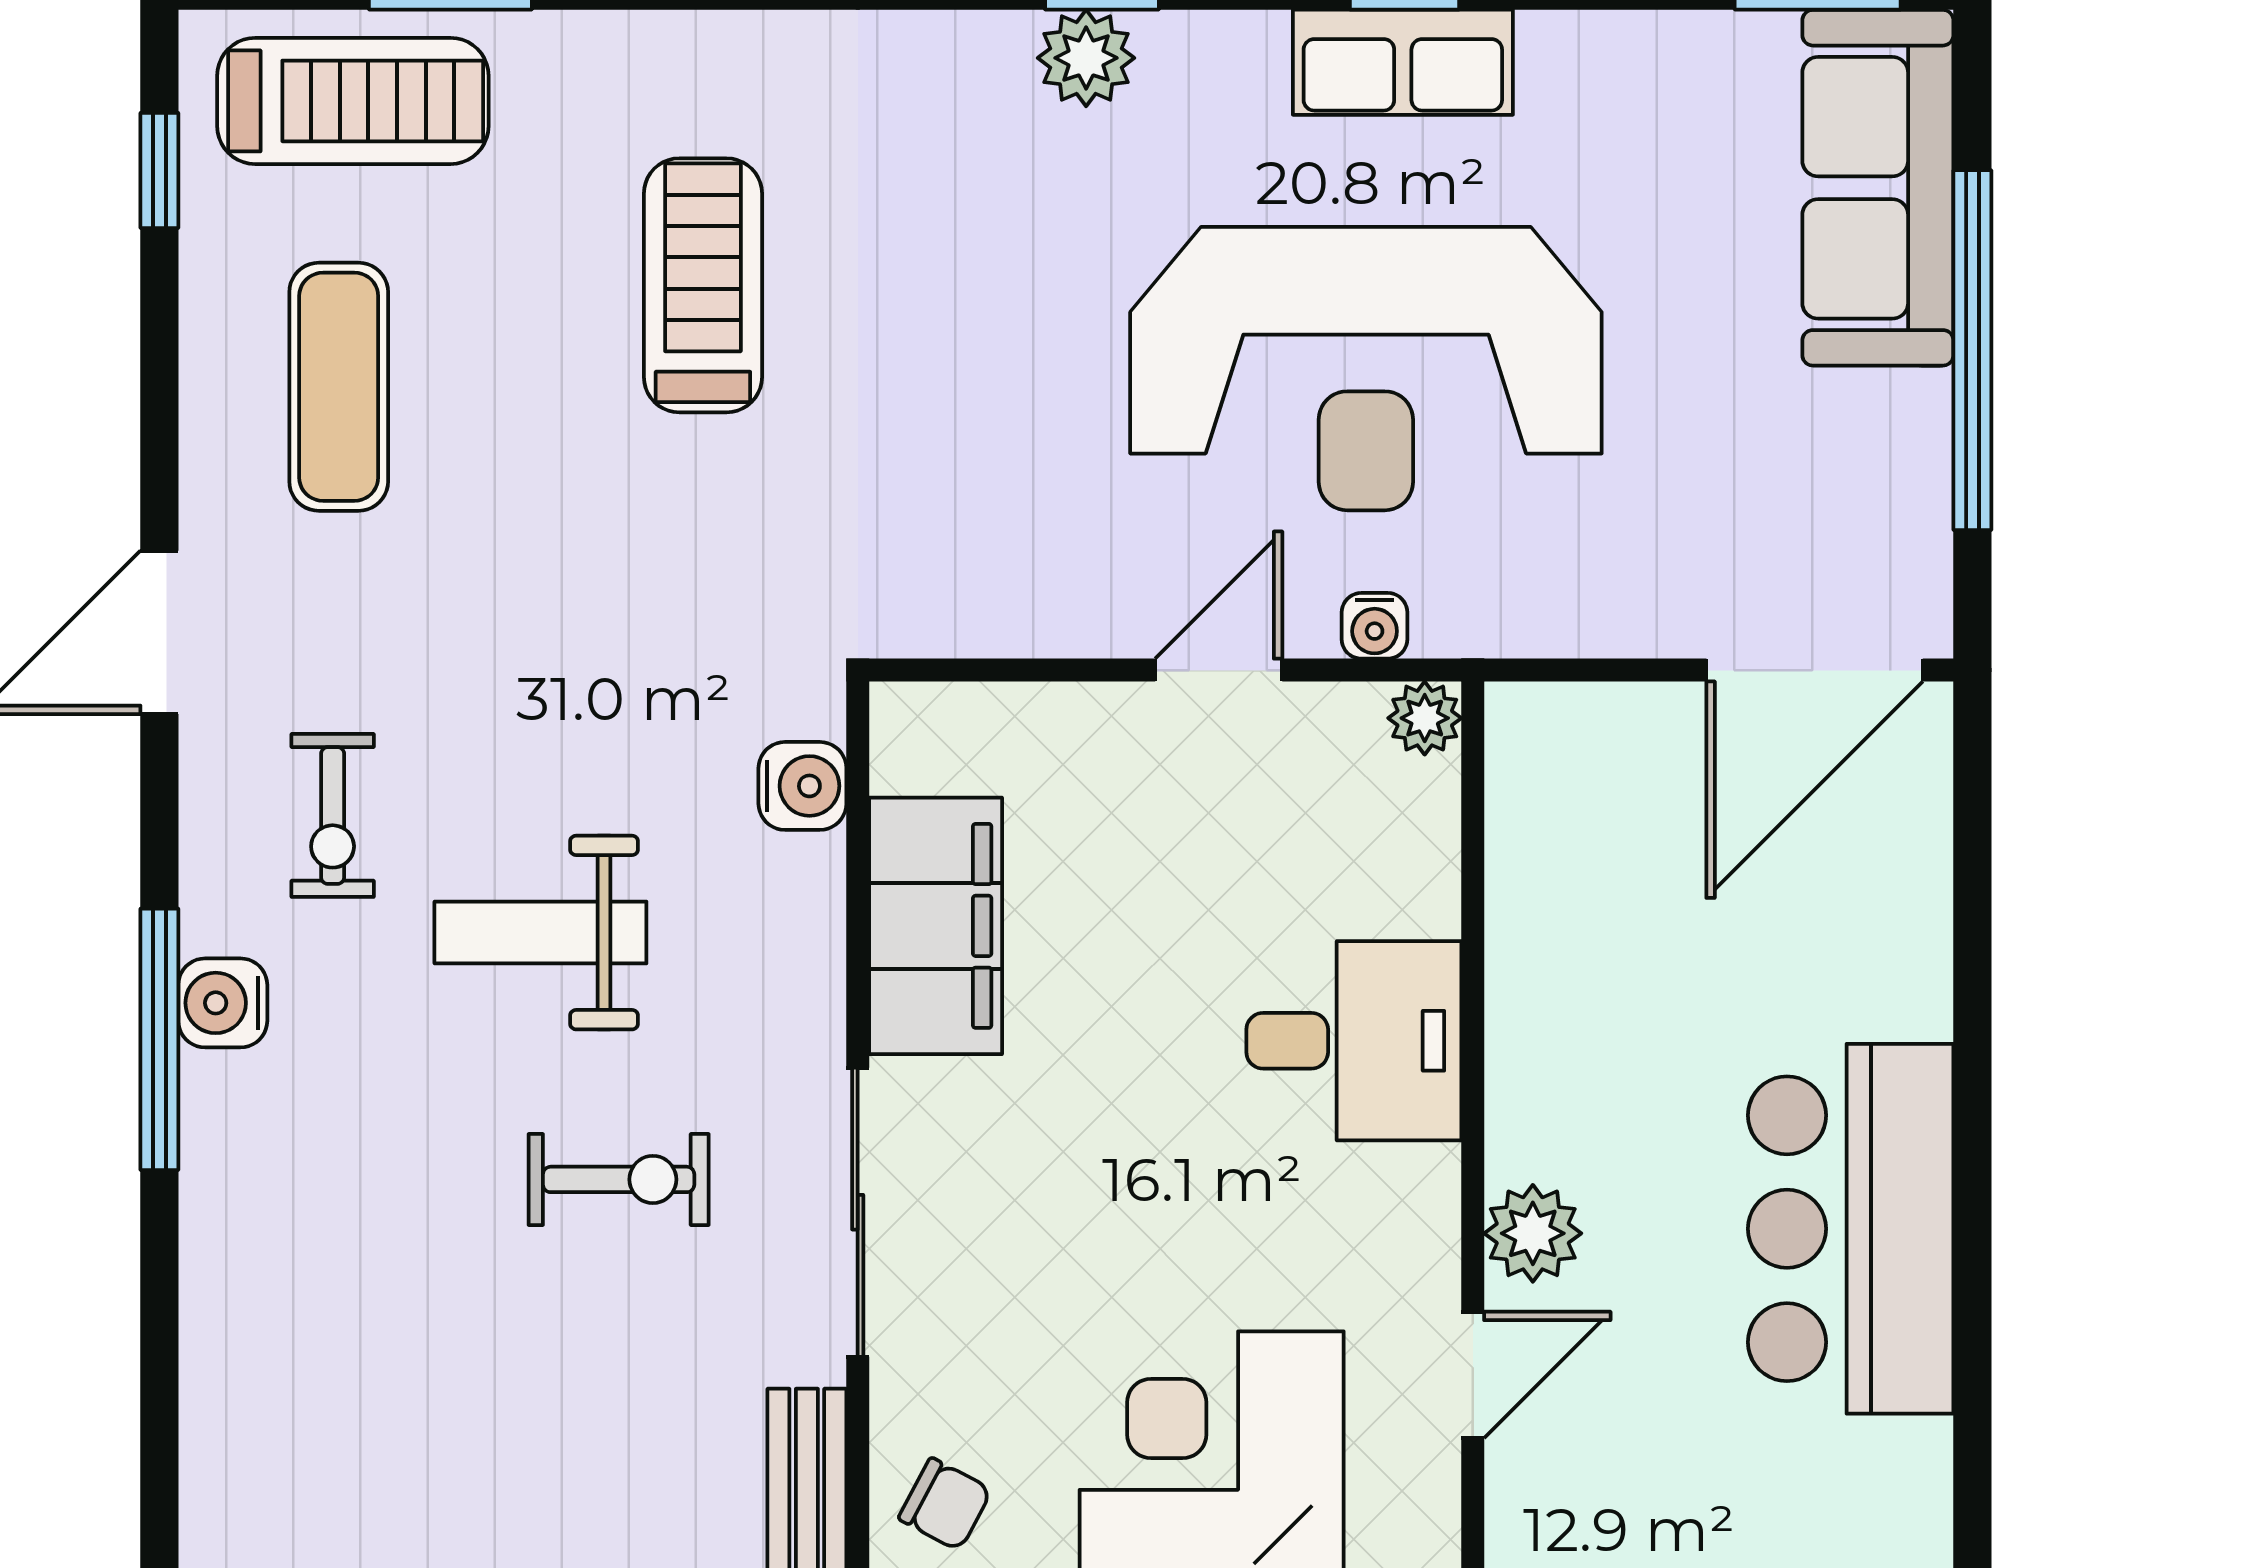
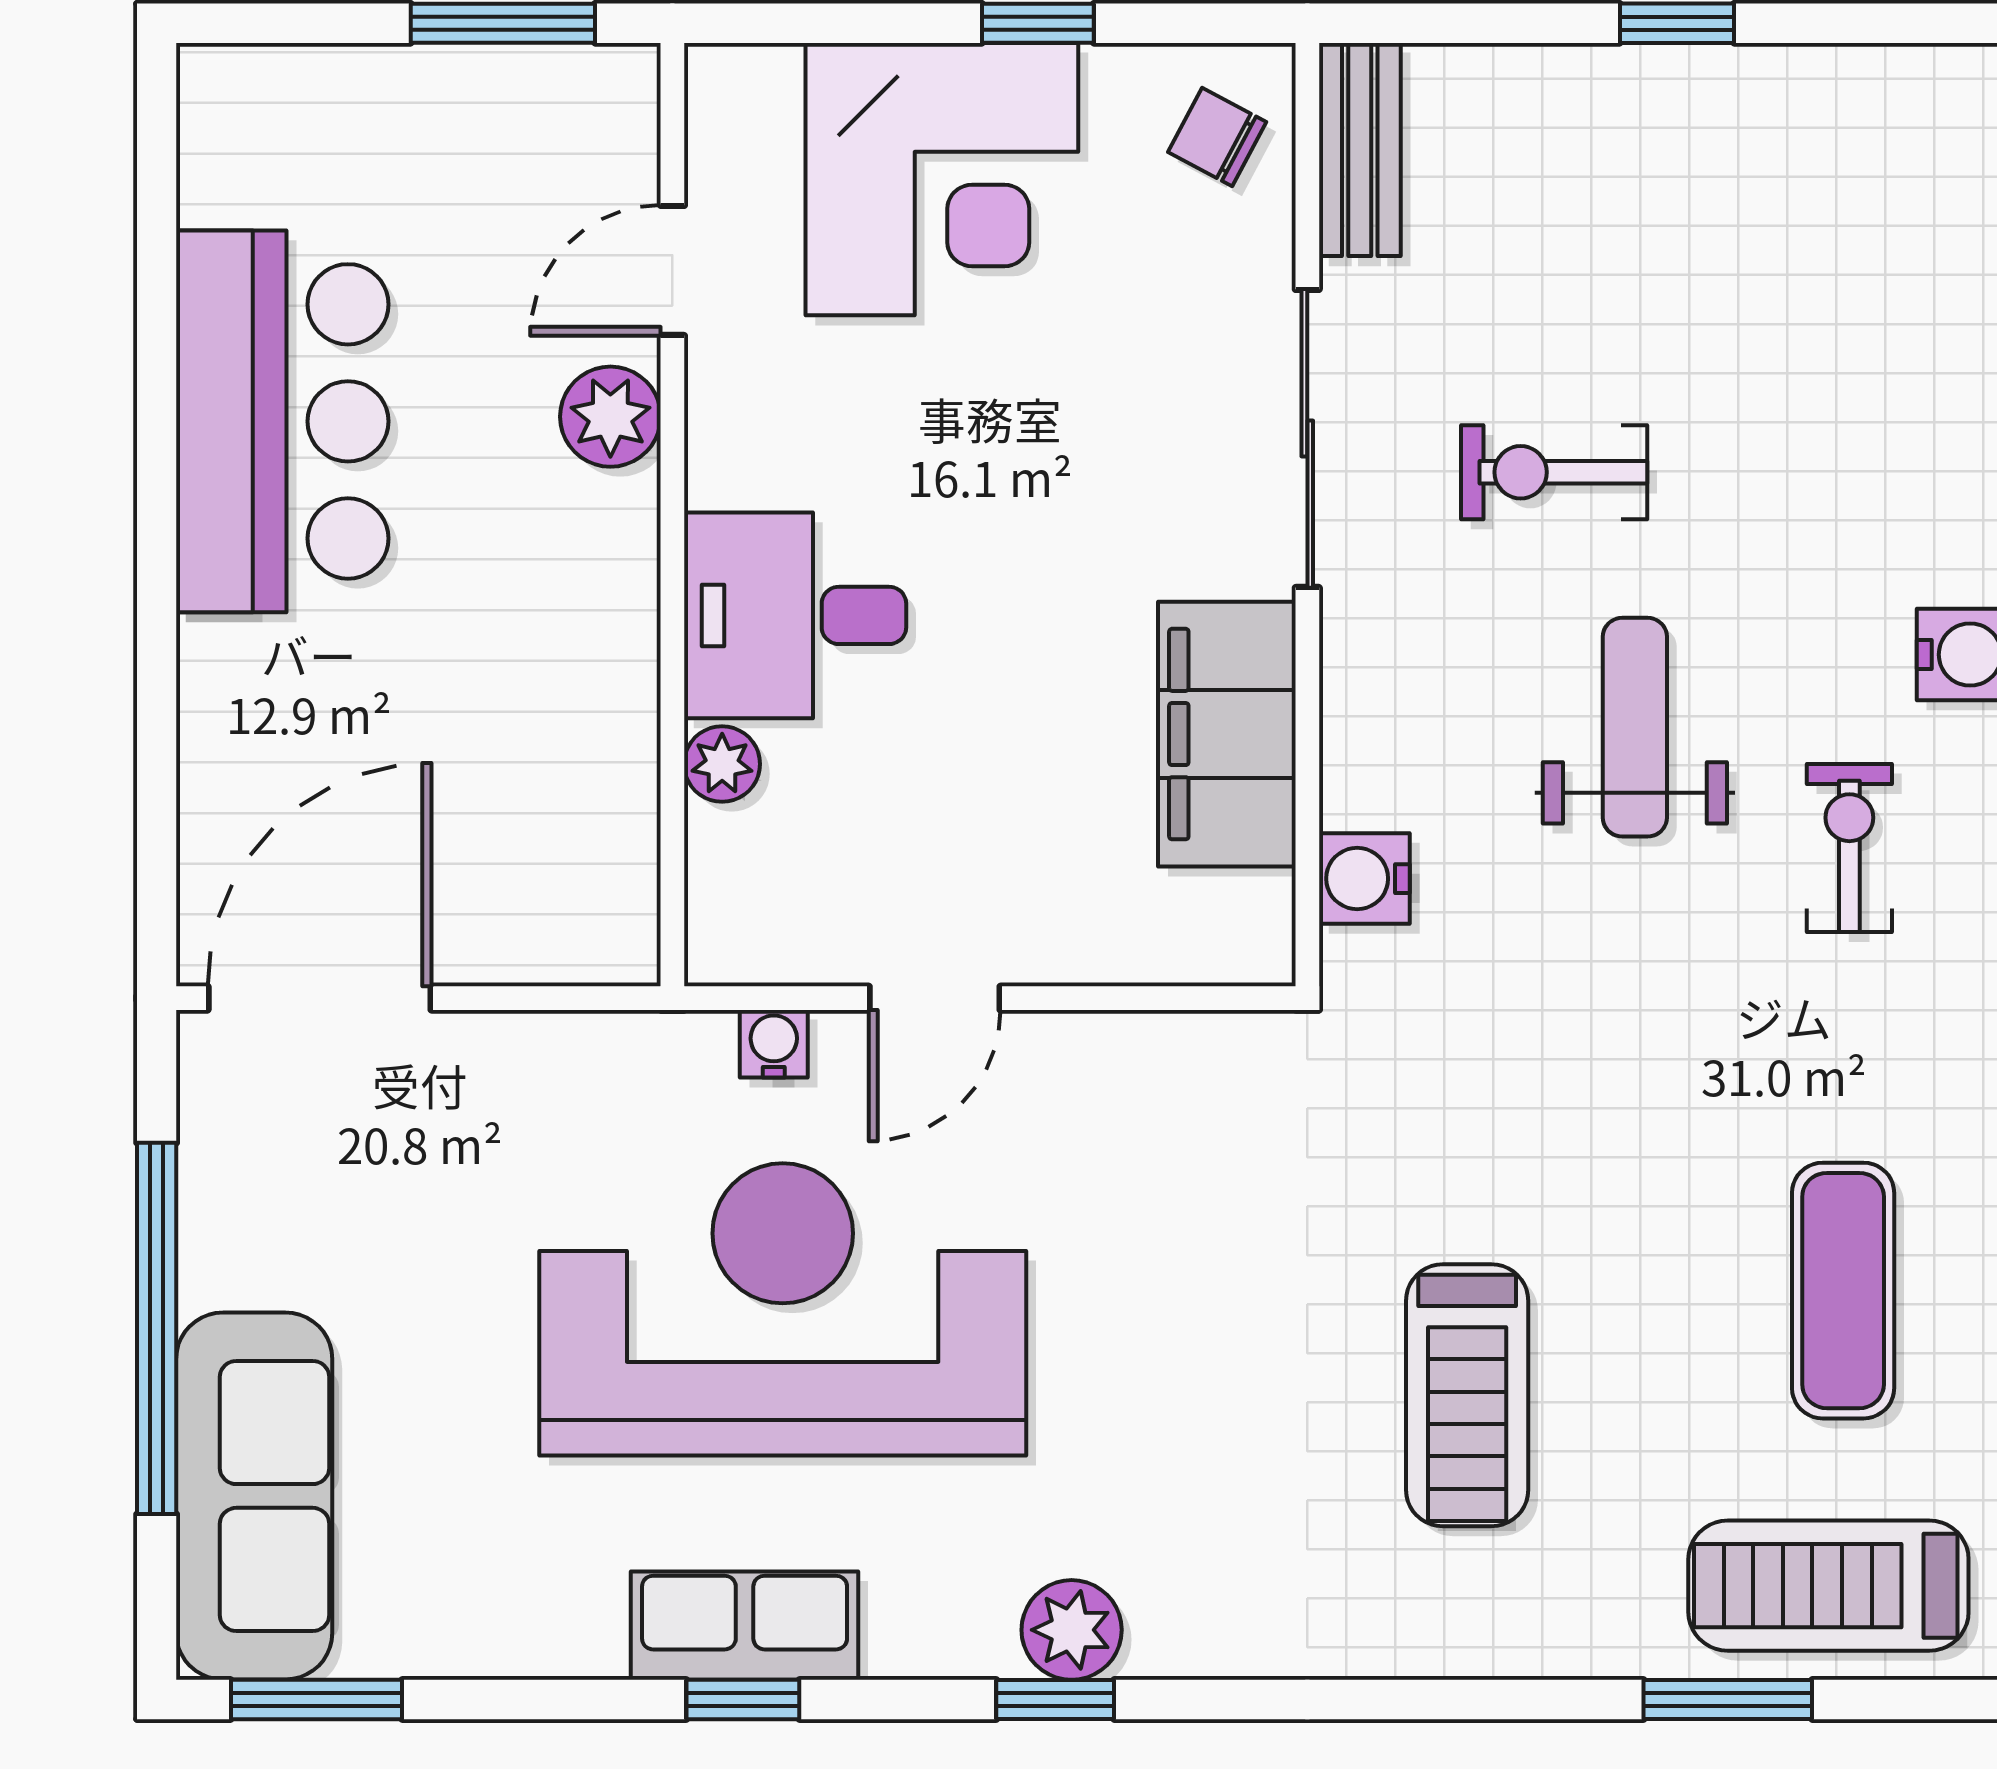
plant: (1425, 718) -> (722, 764), moved
weight bench: (540, 933) -> (1635, 727), turned -90

